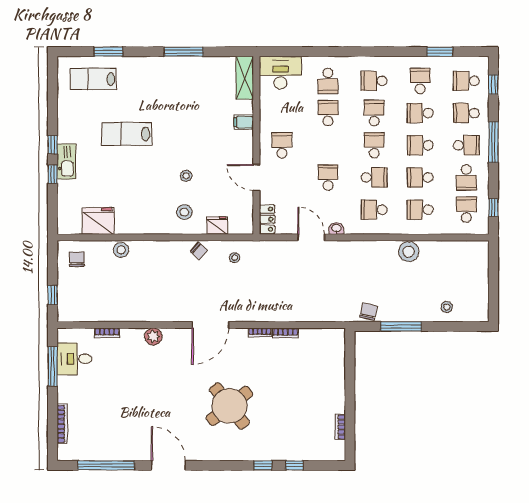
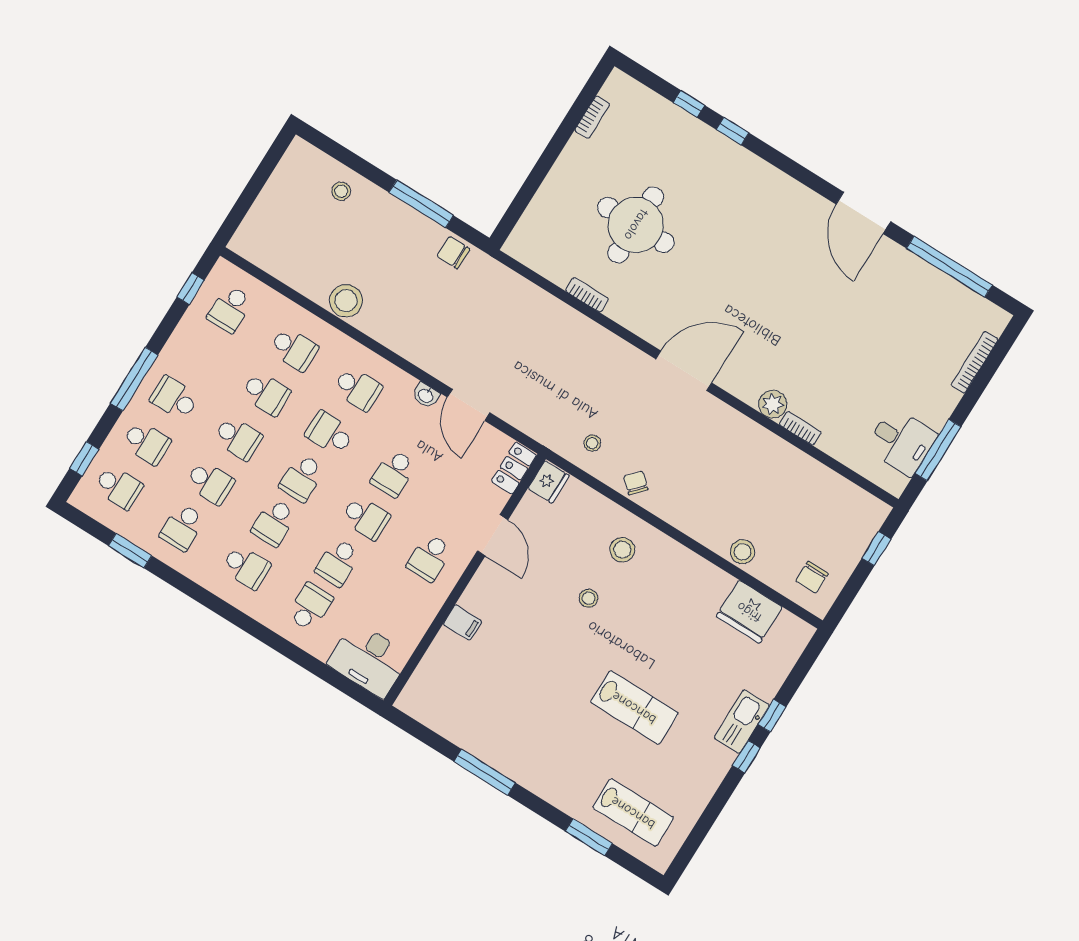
shelving: (245, 78) -> (422, 683), removed
school desk: (466, 177) -> (366, 518), moved, turned 90
fridge: (217, 226) -> (549, 482), moved, turned -90
chair: (369, 312) -> (453, 253), turned 77
bookcase: (107, 333) -> (800, 428), moved
bookcase: (260, 333) -> (622, 318), removed
round table: (229, 406) -> (636, 225), moved, turned 38

